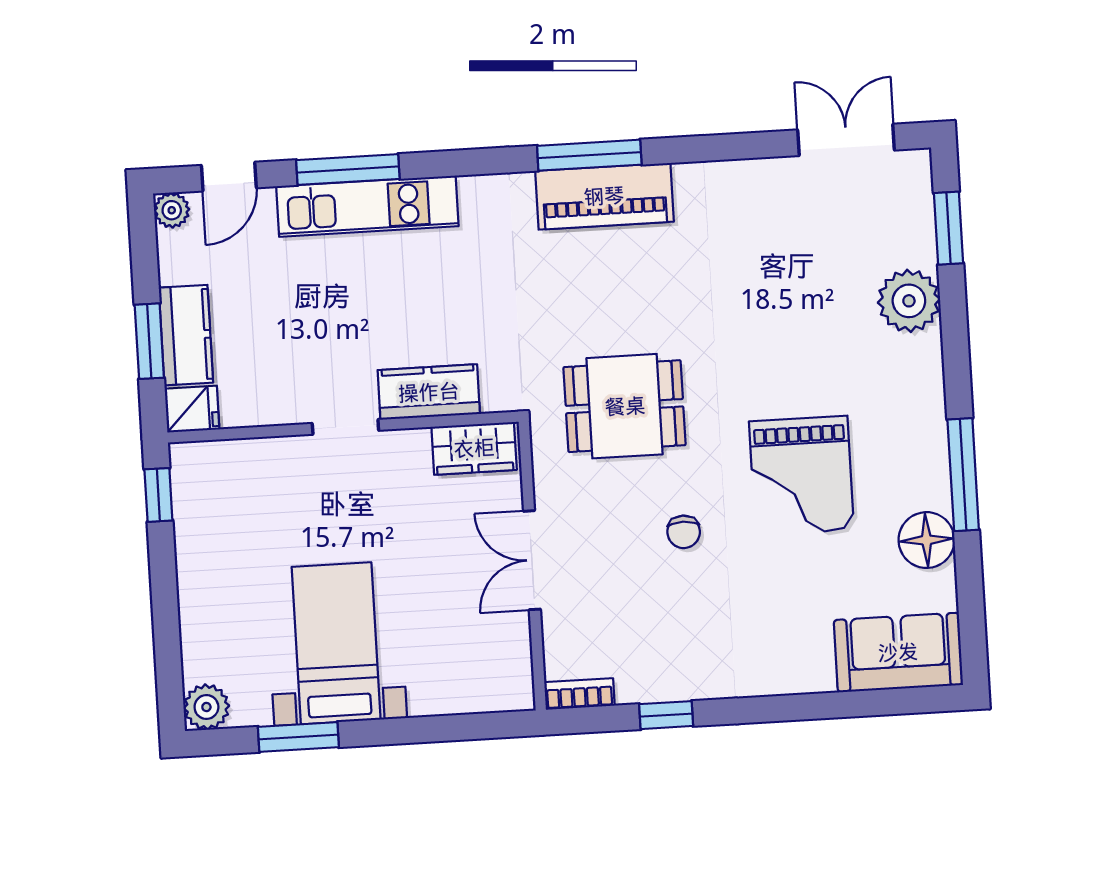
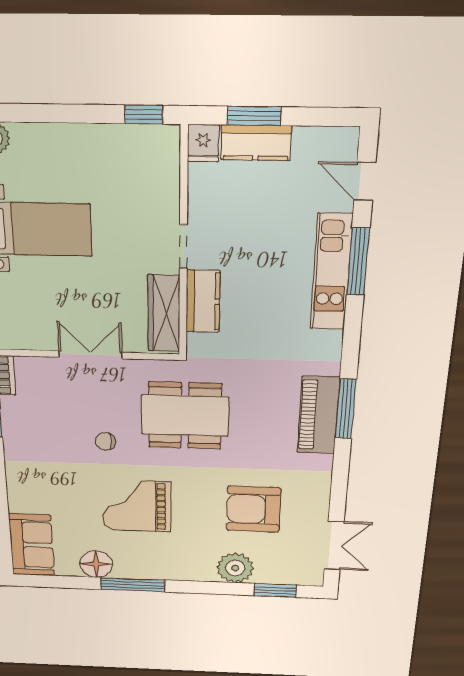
plant: (172, 210) -> (347, 139), removed
armchair: (788, 281) -> (253, 509), added
dining table: (625, 406) -> (185, 416), width x1.38
wardrobe: (474, 448) -> (164, 313), width x1.50

